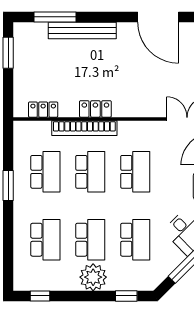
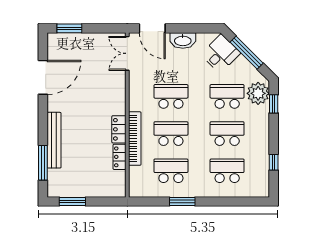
locker: (43, 110) -> (119, 157), moved
plant: (93, 277) -> (258, 93), moved
window: (40, 296) -> (274, 162), moved

